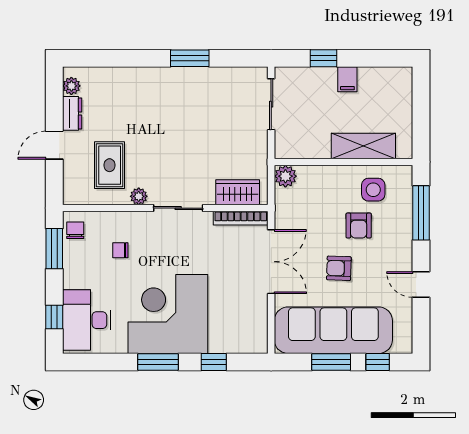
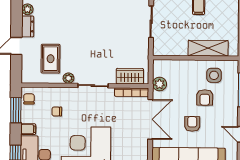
plant: (285, 176) -> (159, 84), moved
armchair: (339, 268) -> (192, 124), turned 88
filing cabinet: (74, 279) -> (28, 129), added

